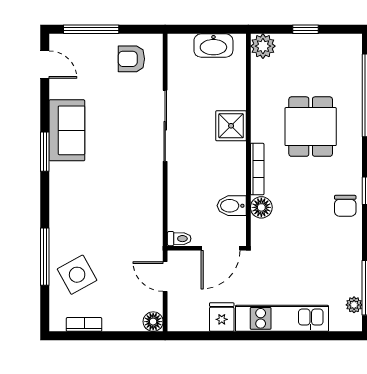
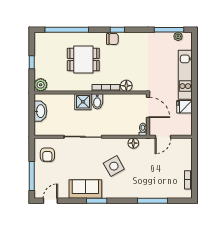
bidet: (232, 206) -> (97, 101), moved
chair: (345, 206) -> (112, 39), moved
side table: (77, 275) -> (114, 166), moved
floor lamp: (153, 322) -> (133, 143), moved

